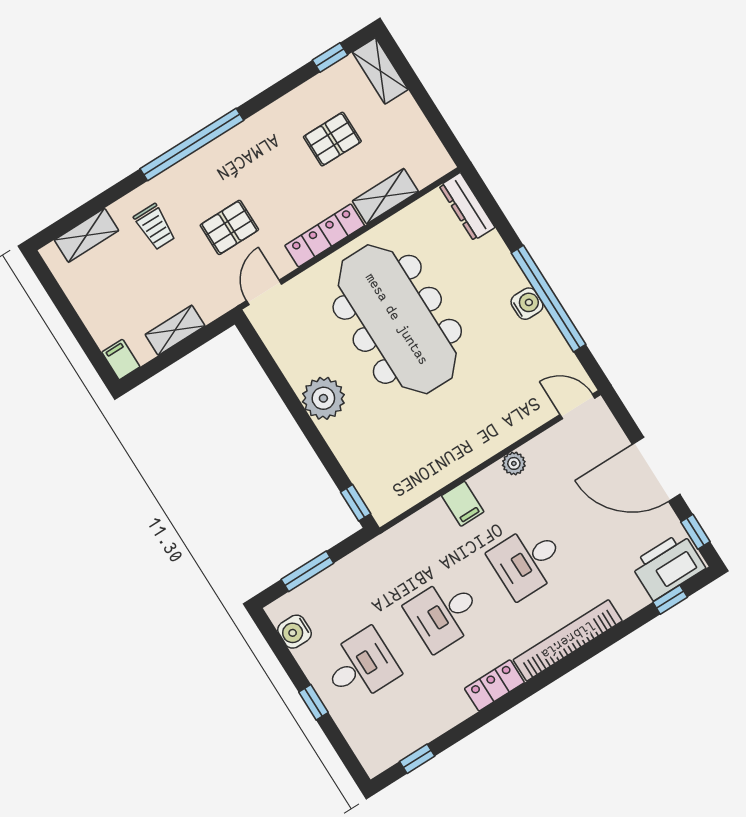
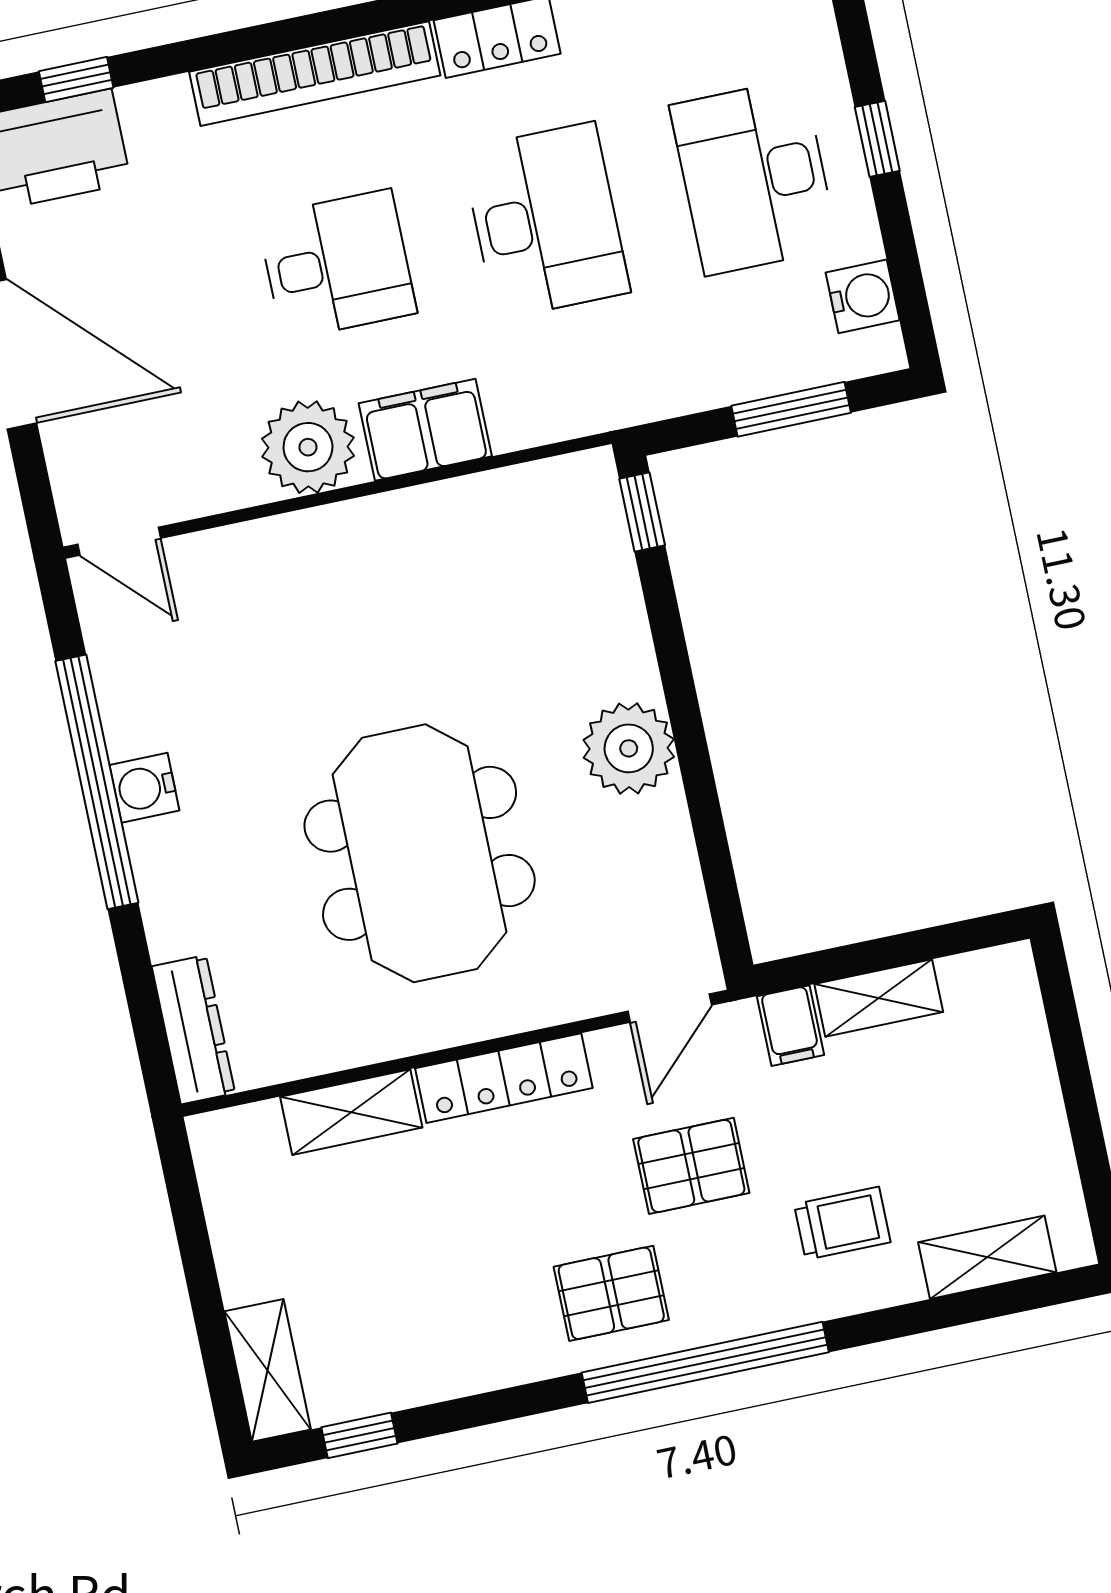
pallet: (332, 139) -> (611, 1293), moved
trolley: (155, 227) -> (842, 1223), turned 90
meeting table: (397, 319) -> (420, 853), width x0.73
filing cabinet: (121, 360) -> (791, 1026), moved
plant: (514, 463) -> (308, 447), width x1.87, depth x1.87
filing cabinet: (463, 504) -> (425, 430), width x2.00
desk: (444, 614) -> (546, 221), width x1.37
desk: (361, 666) -> (754, 177), width x1.37

